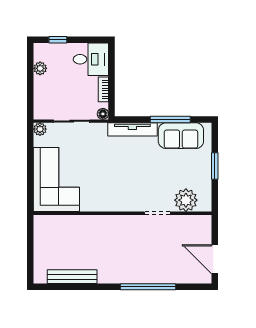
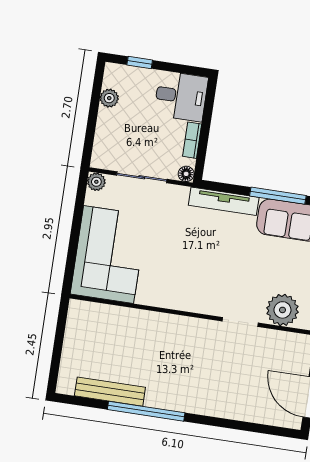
window: (148, 287) -> (146, 411), moved

